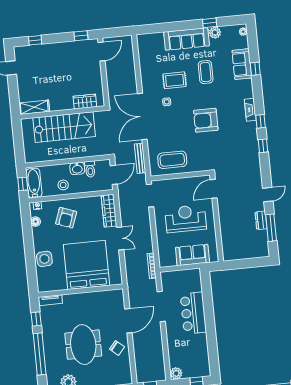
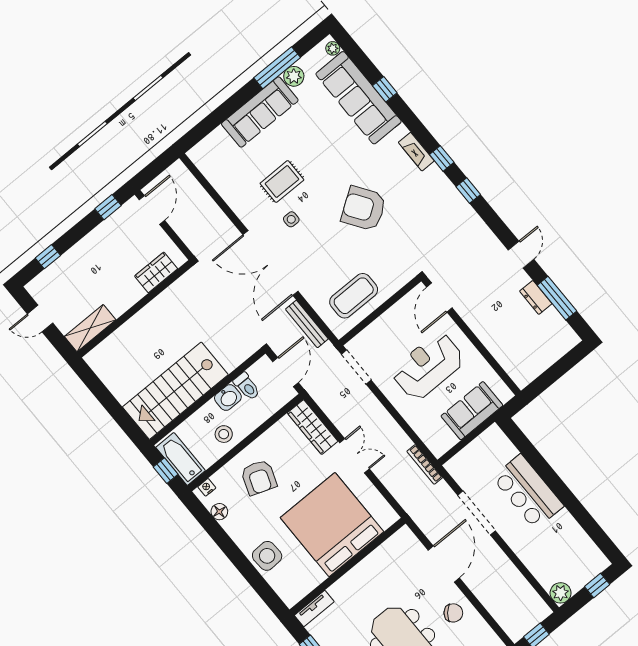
window: (210, 23) -> (277, 68), width x2.17
sofa: (242, 64) -> (359, 98), width x1.85, depth x1.27
coffee table: (206, 72) -> (318, 141), removed
wardrobe: (85, 102) -> (156, 272), moved
shelving: (34, 107) -> (90, 328), moved
wall: (63, 112) -> (135, 309), moved
armchair: (206, 120) -> (364, 209), turned 56
stairs: (64, 127) -> (175, 391), moved, turned 180

